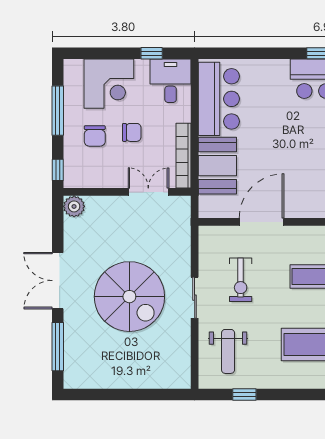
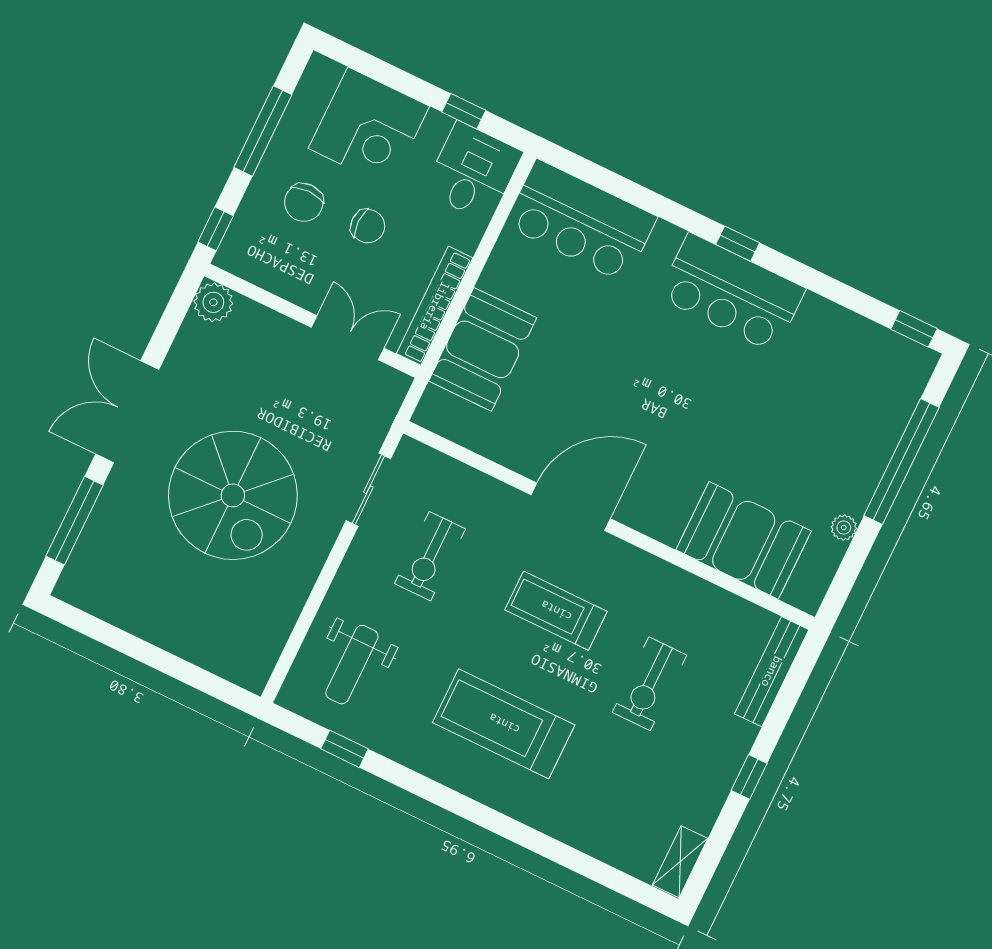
bar counter: (219, 99) -> (581, 221), moved, turned 90
door: (262, 222) -> (571, 507), moved
sliding door: (195, 298) -> (368, 490), moved

